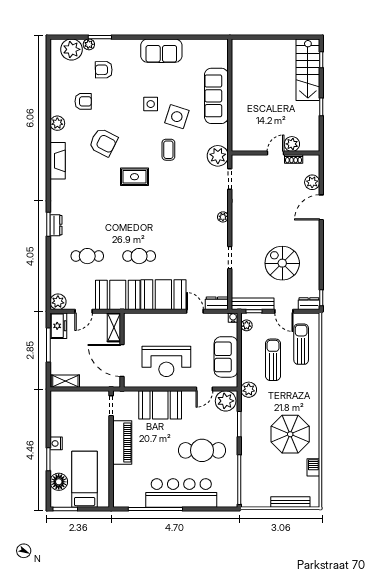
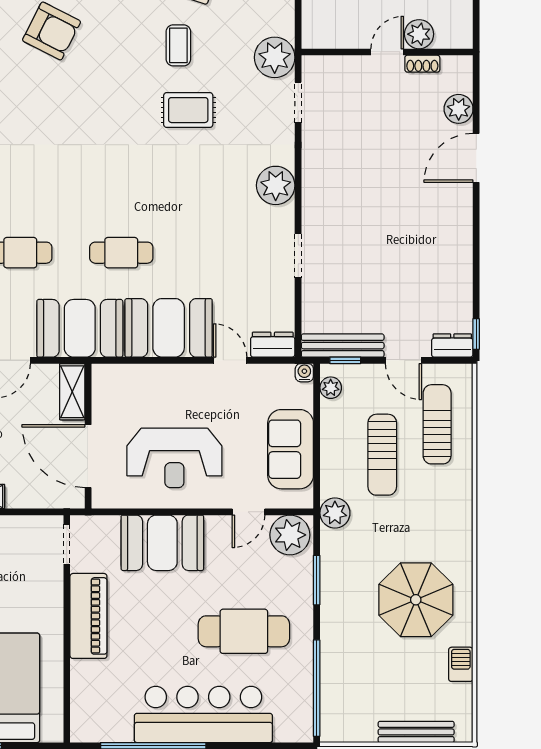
rug: (135, 177) -> (188, 110), moved
plant: (223, 217) -> (276, 185), width x1.88, depth x1.88
spiral stairs: (282, 263) -> (400, 266), removed
sun lounger: (273, 360) -> (382, 455), turned 180

